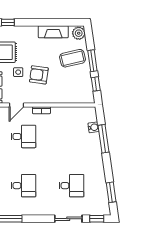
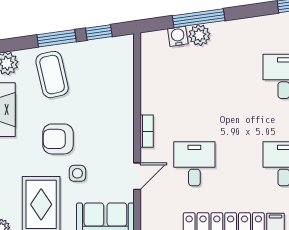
armchair: (39, 75) -> (58, 139), moved, turned 82
door: (17, 105) -> (137, 176), hinge flipped
plant: (94, 139) -> (199, 35), added

